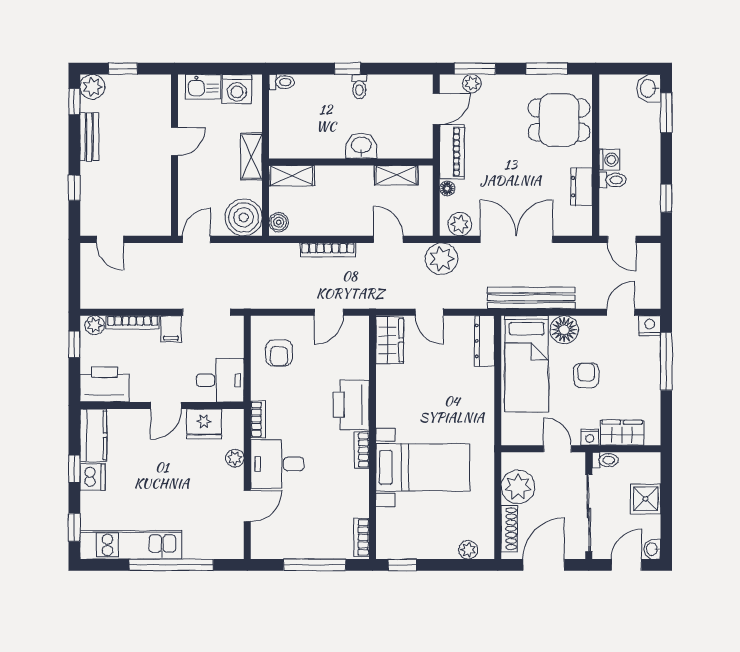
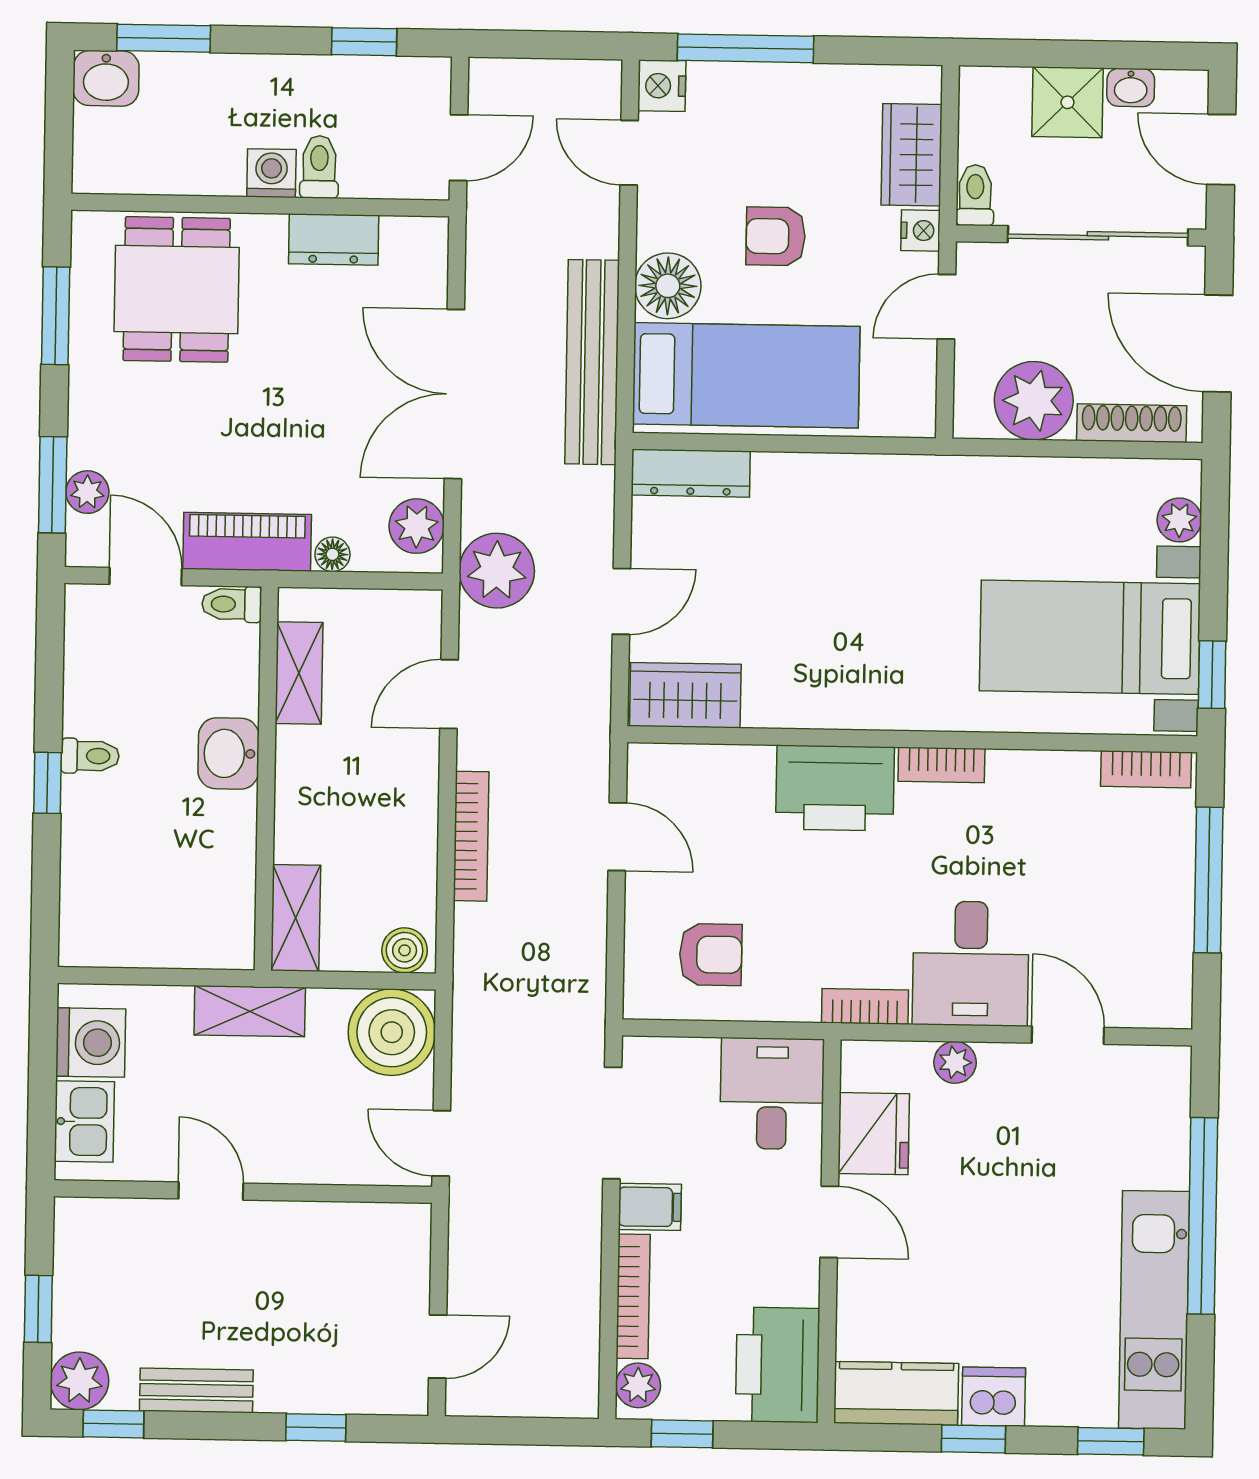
toilet: (282, 82) -> (232, 604), moved, turned -90
bed with nightstands: (423, 467) -> (1090, 637), moved, turned -90
washbasin: (652, 549) -> (1131, 87), moved

